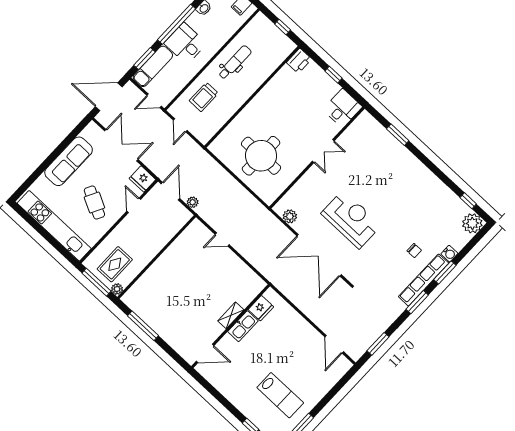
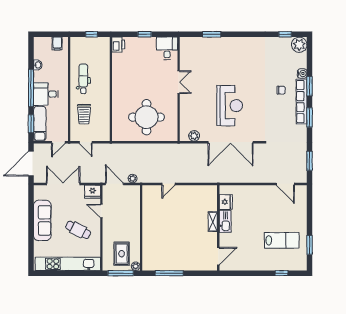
reception desk: (351, 219) -> (230, 106), turned 90

